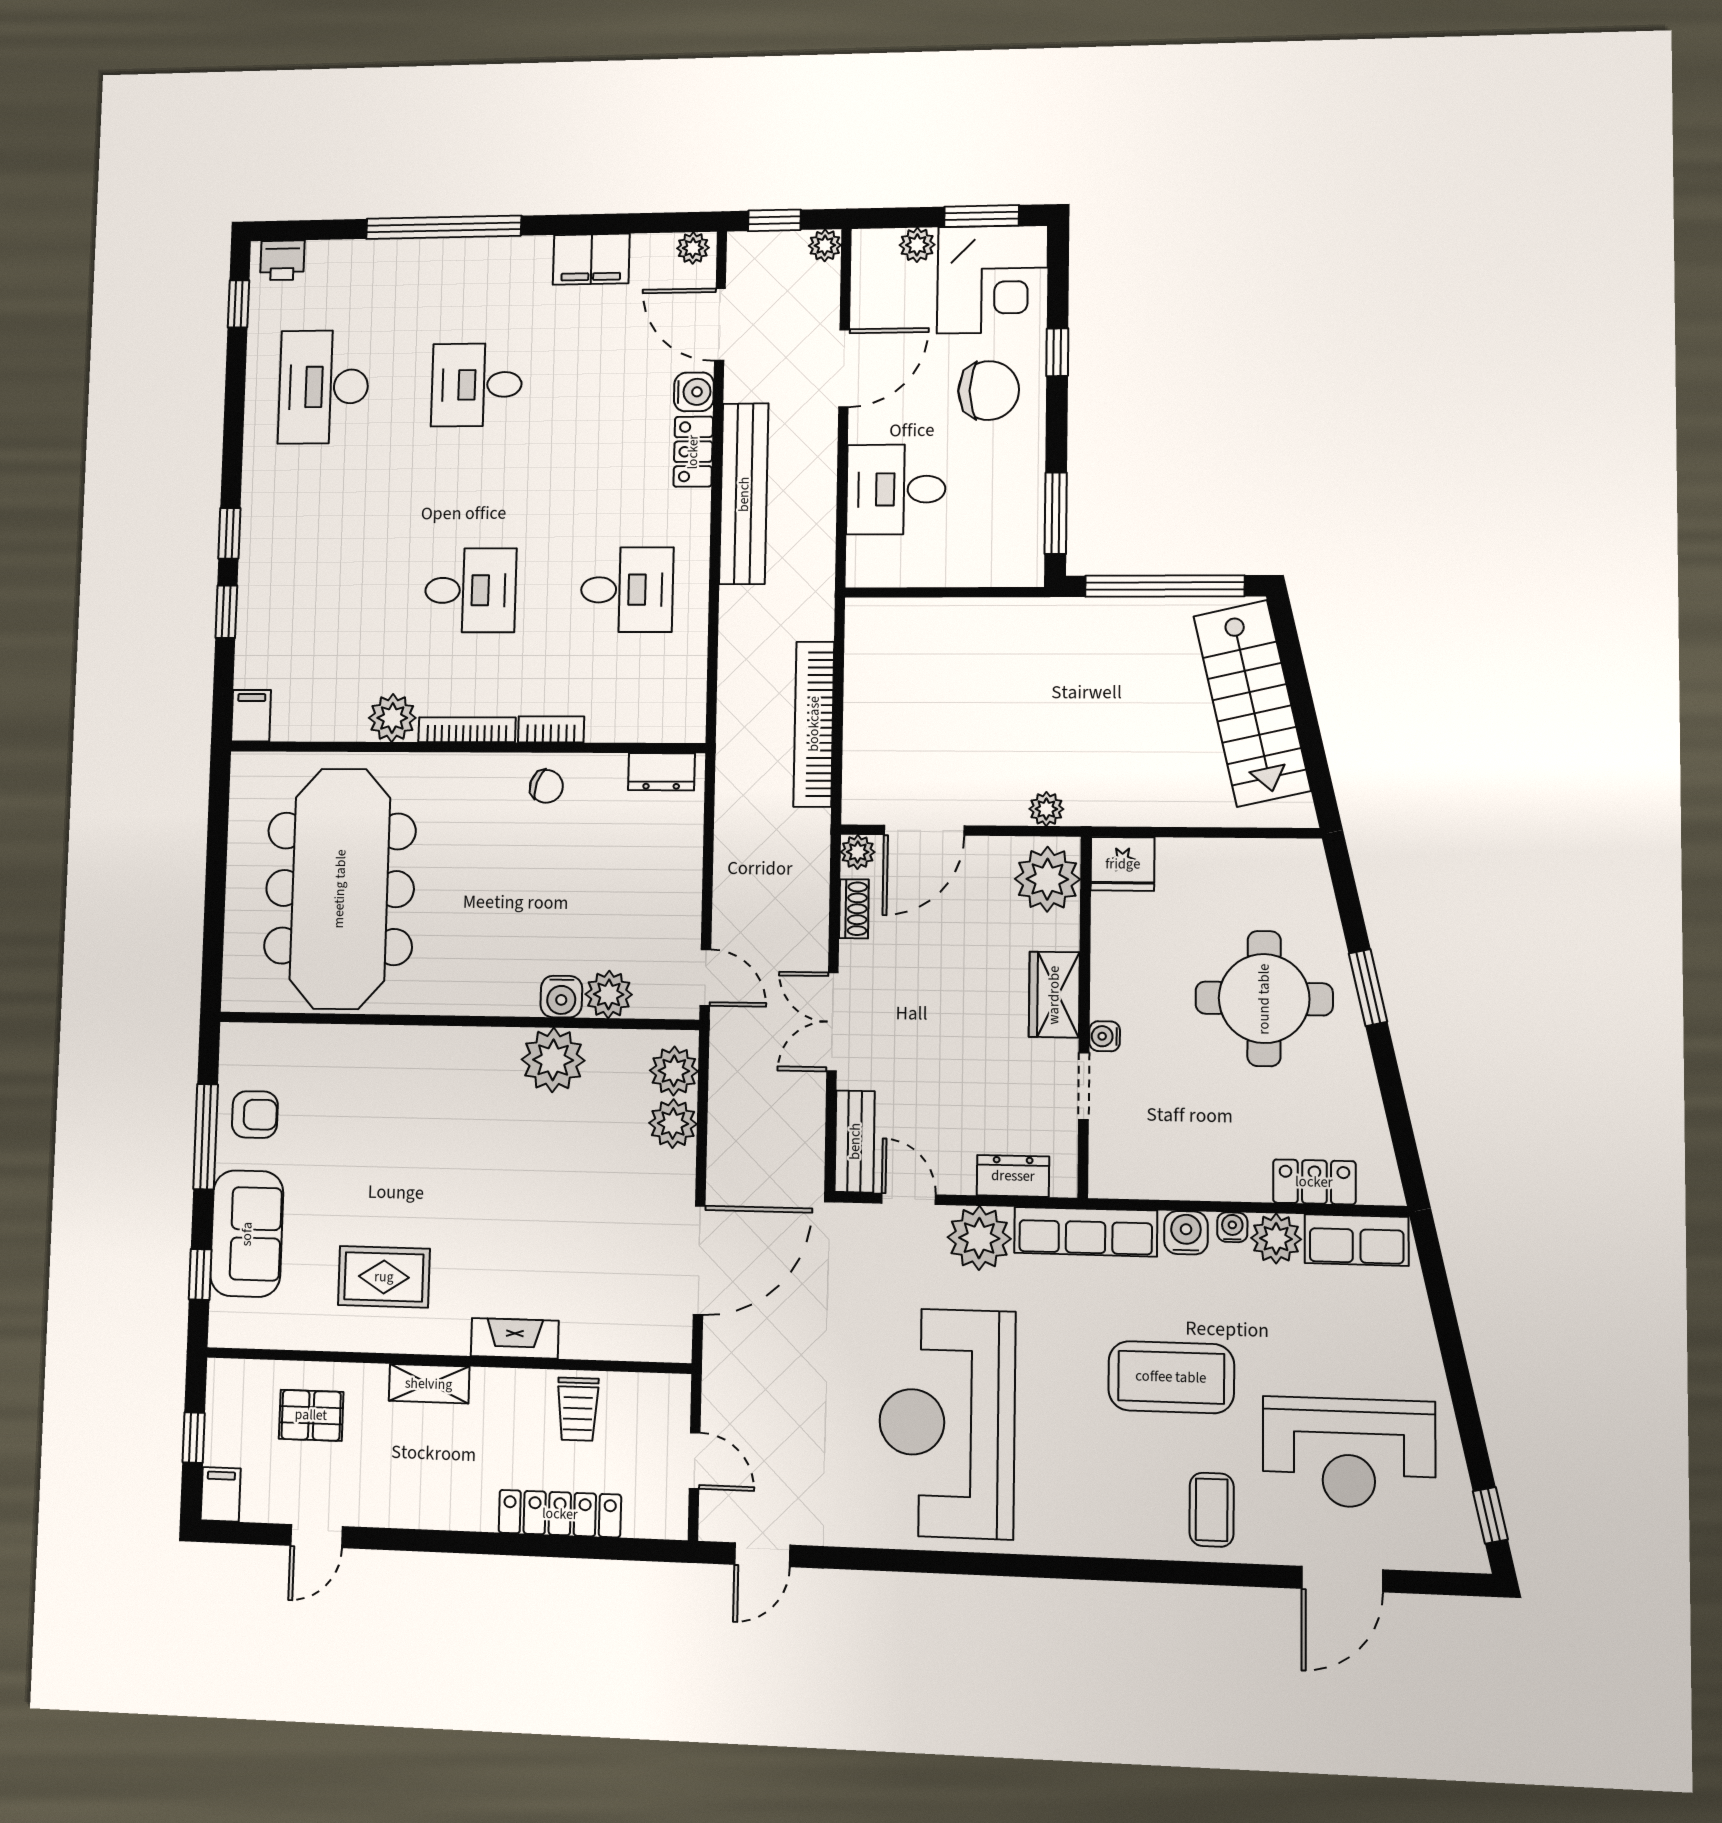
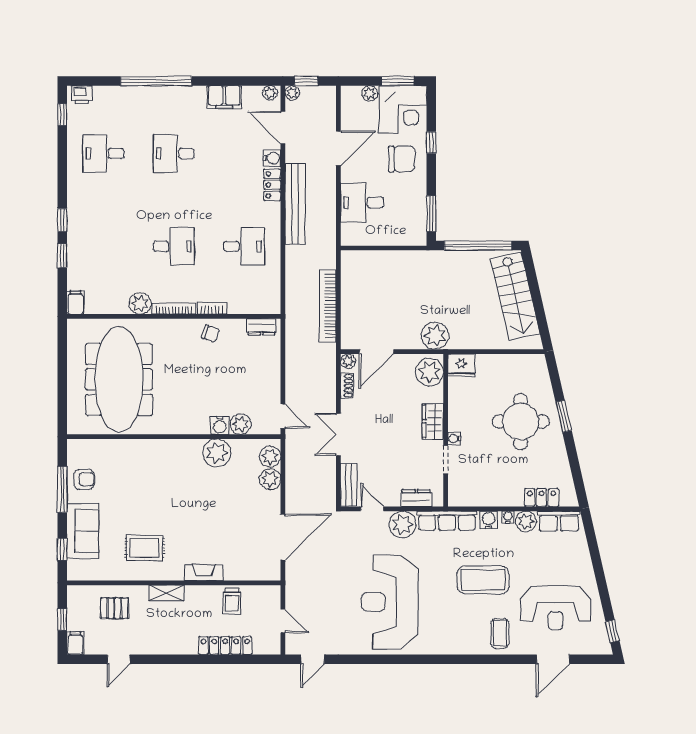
plant: (825, 245) -> (292, 93), moved
desk: (324, 387) -> (103, 153), width x0.73
plant: (1046, 809) -> (435, 336), width x1.87, depth x1.87

